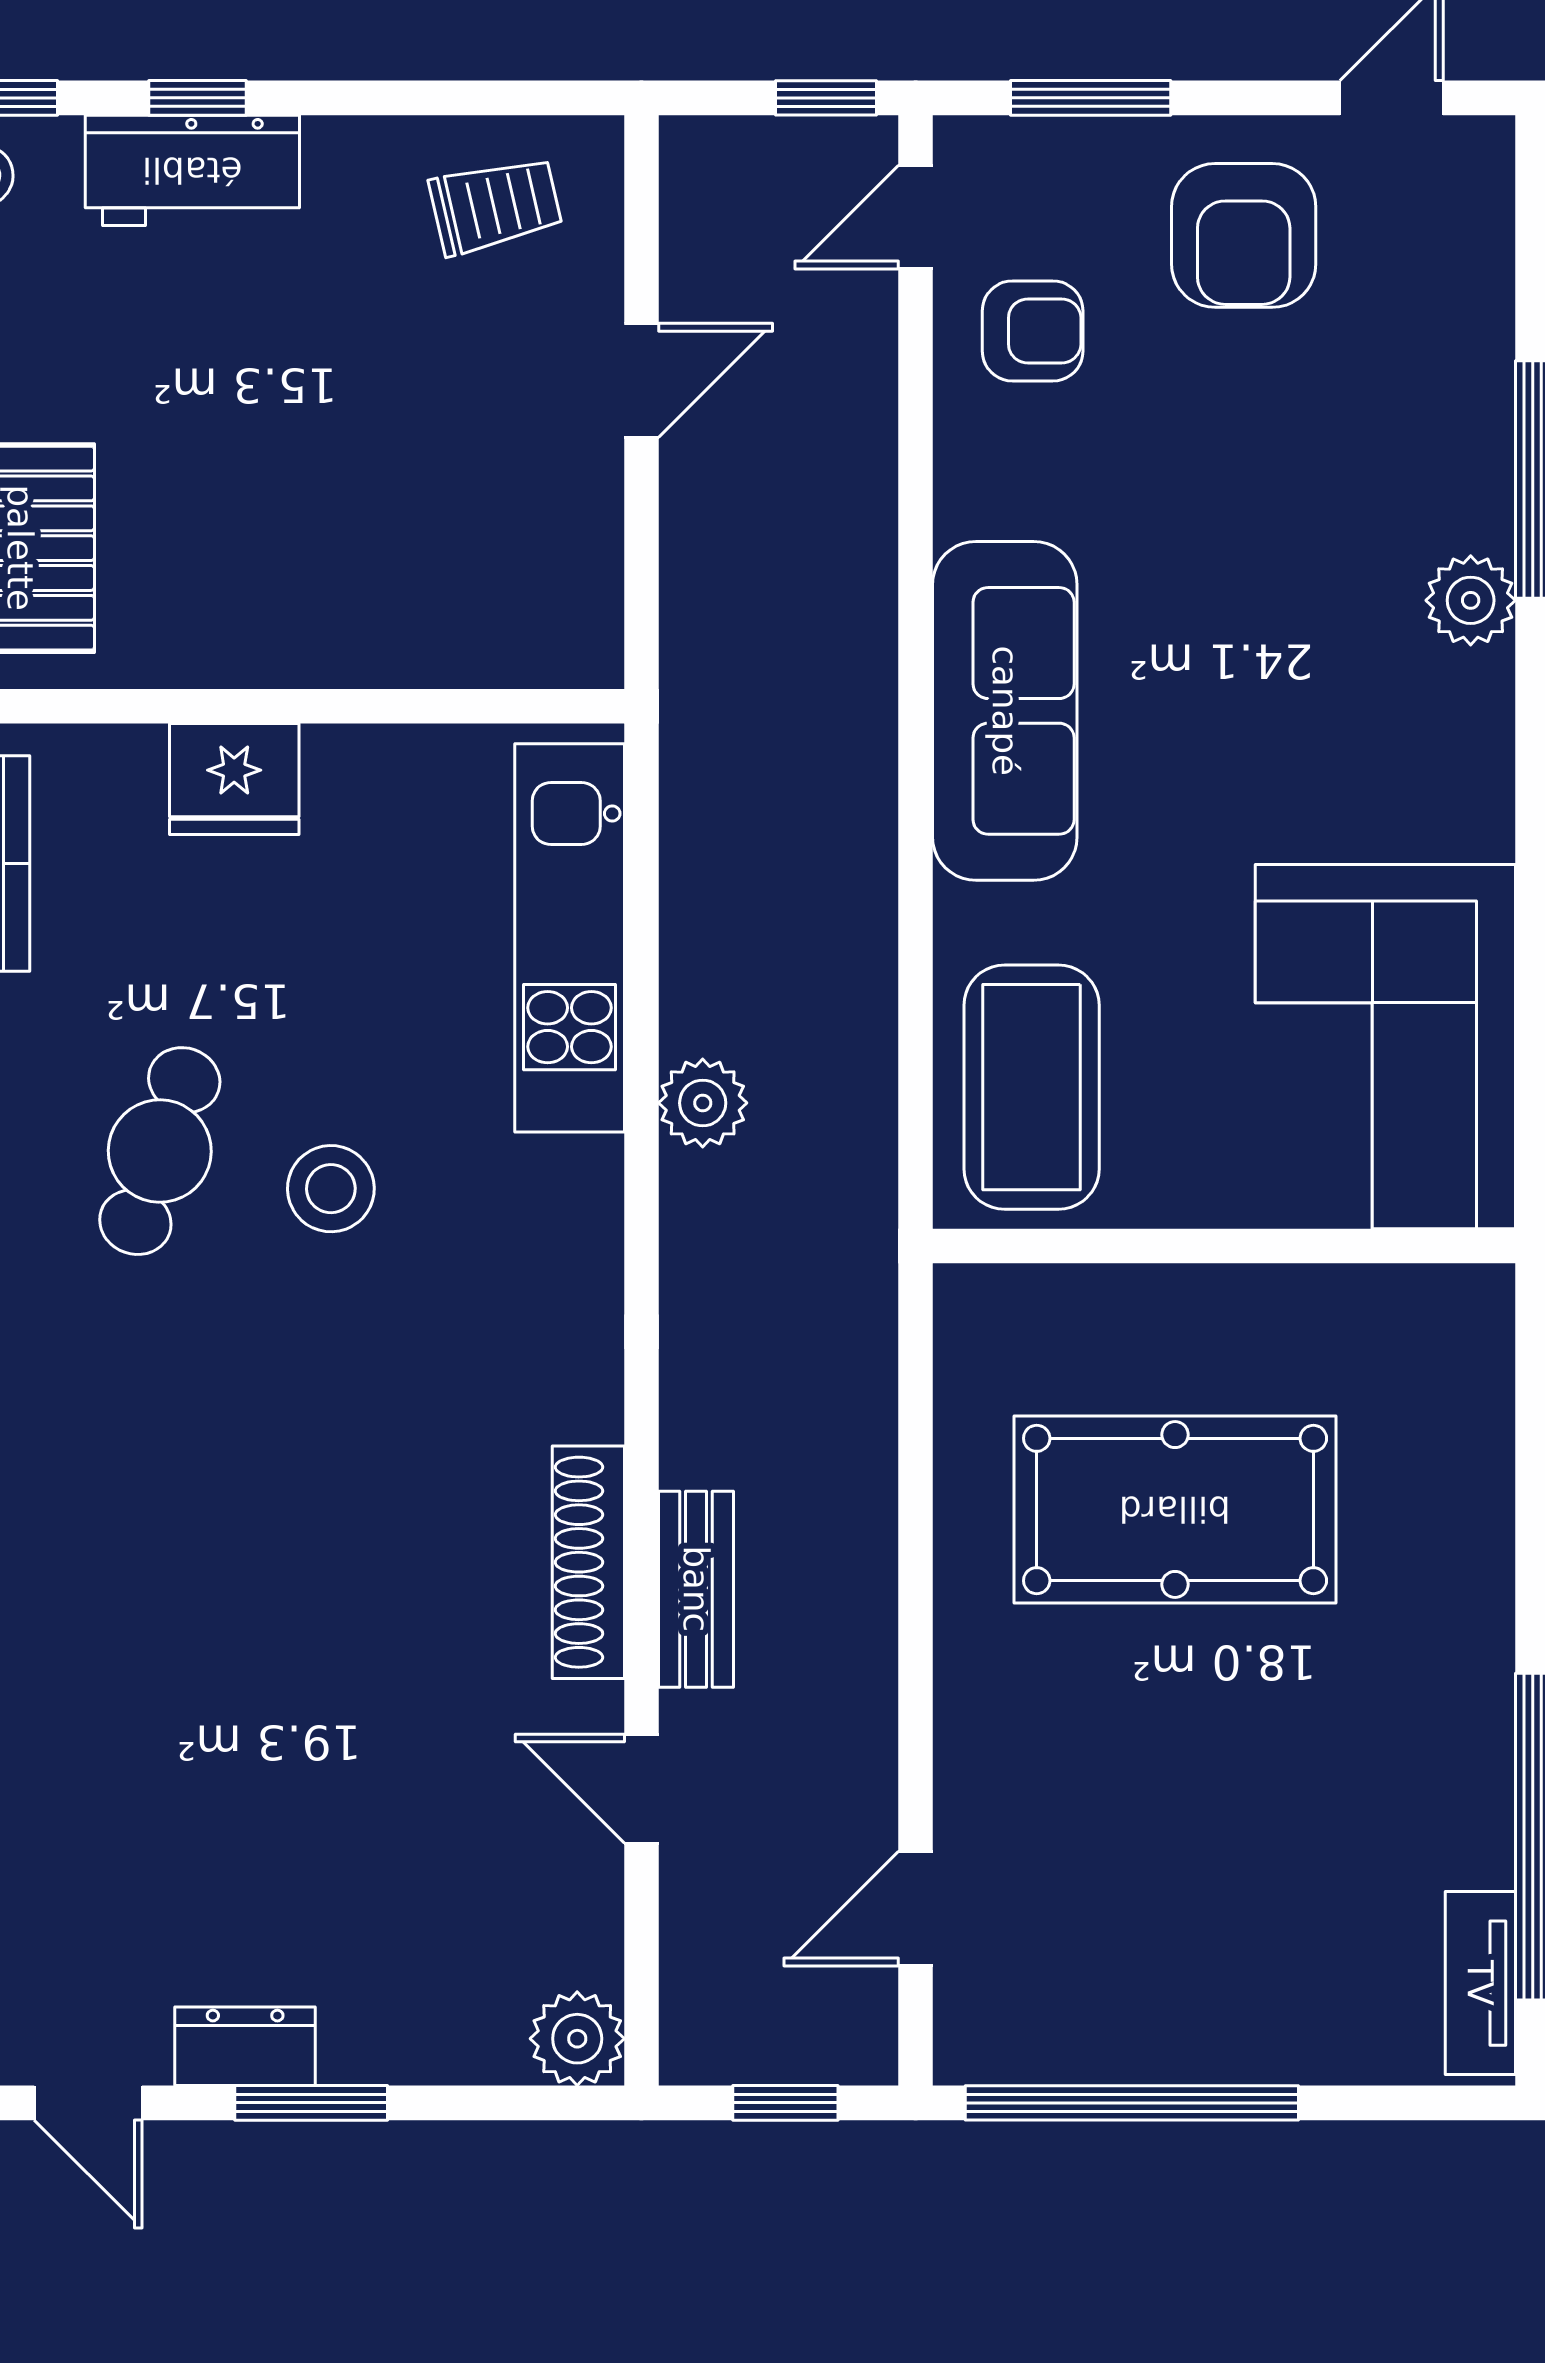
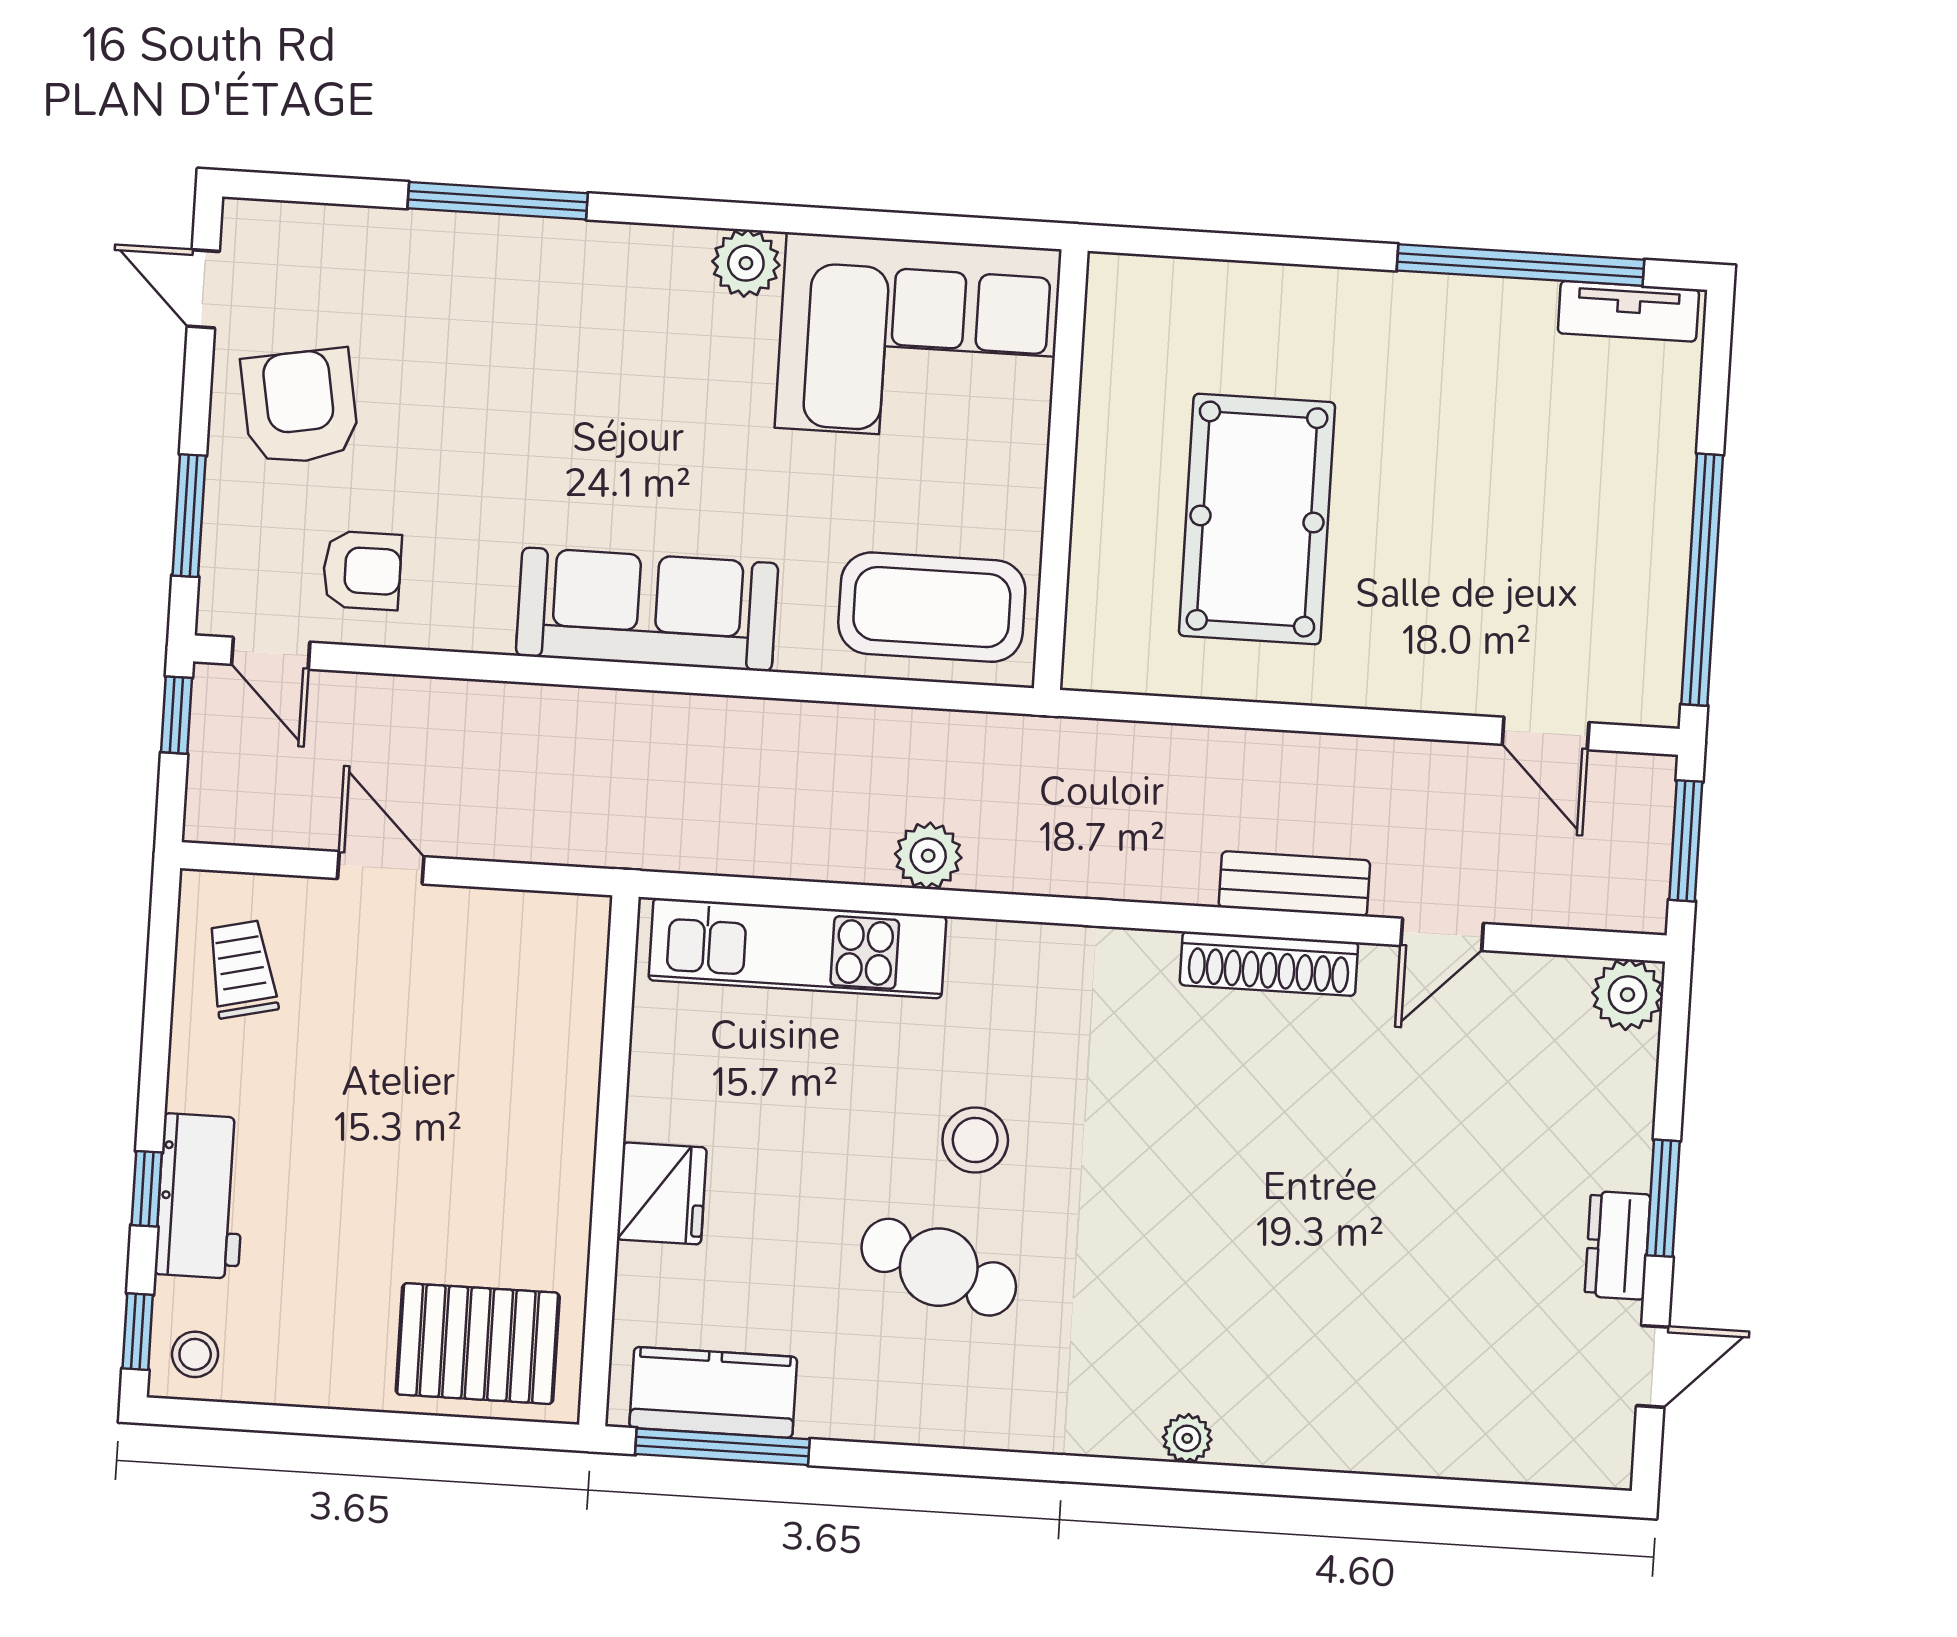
armchair: (1244, 235) -> (300, 407), turned -100
armchair: (1033, 331) -> (362, 570), turned 90
plant: (1471, 600) -> (746, 263), moved
window: (785, 2103) -> (1686, 841), width x1.50

